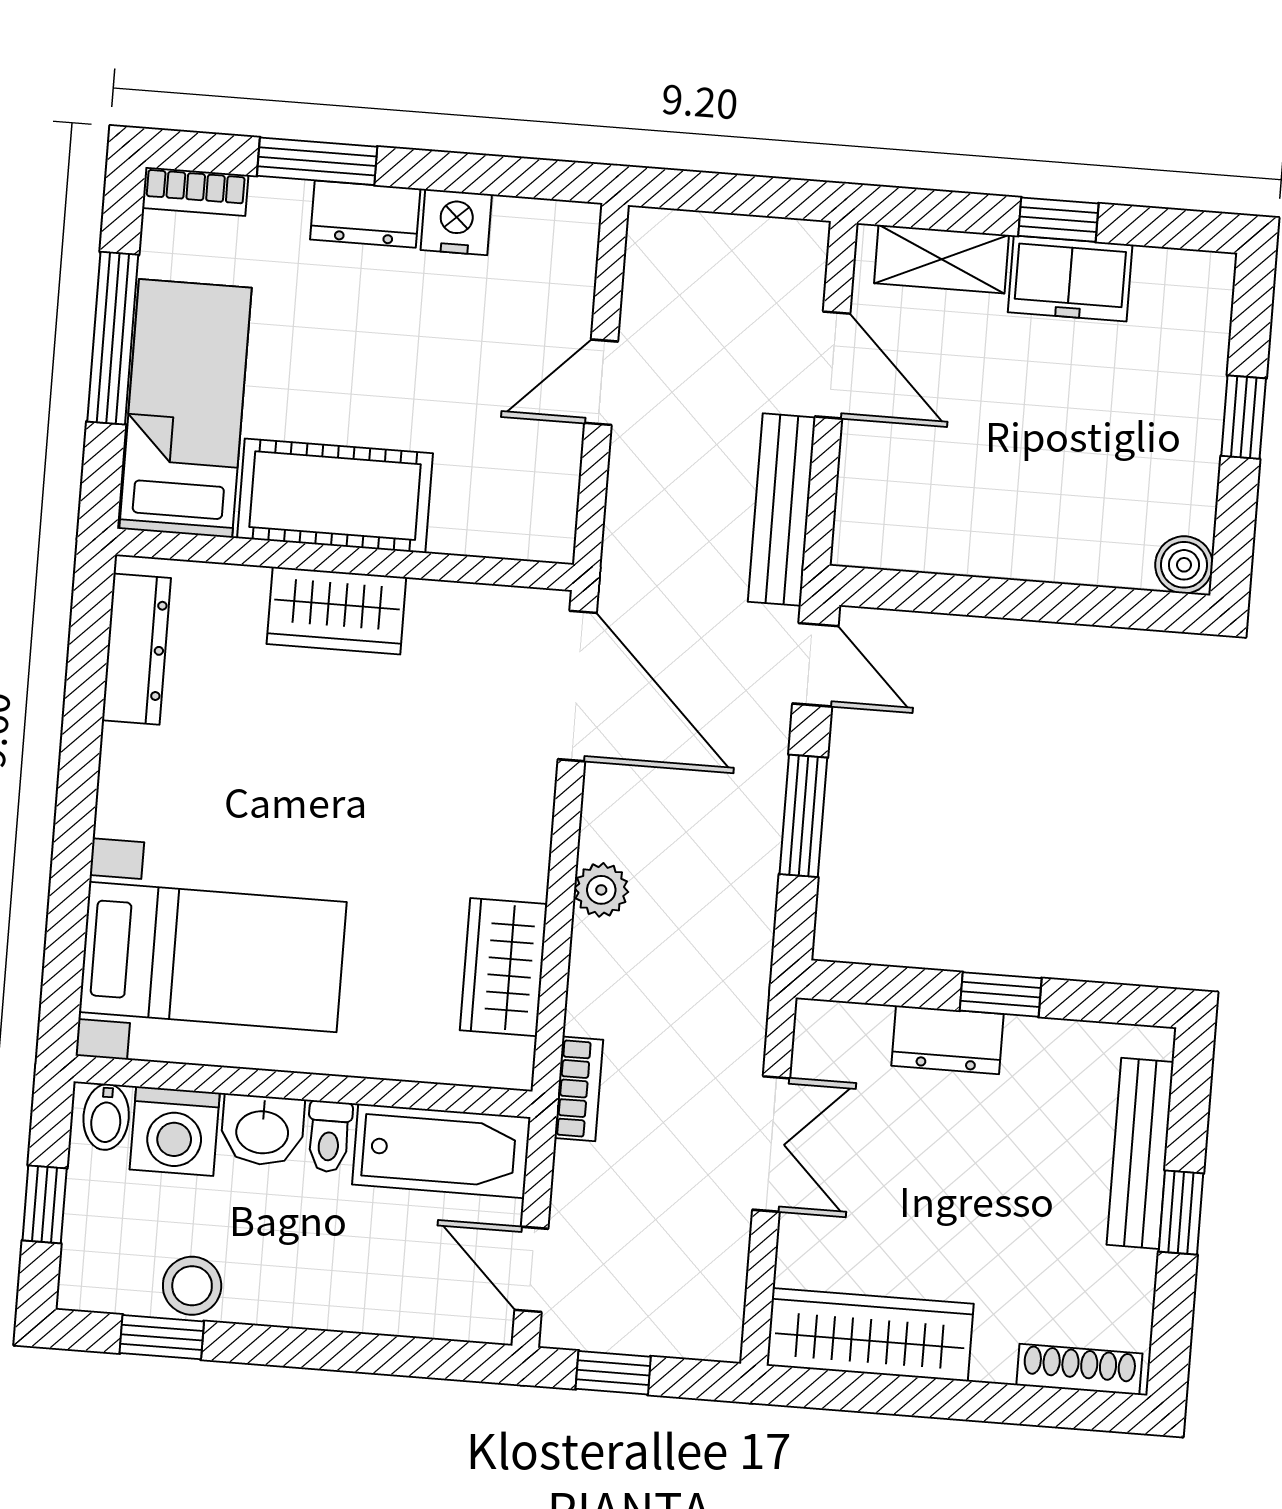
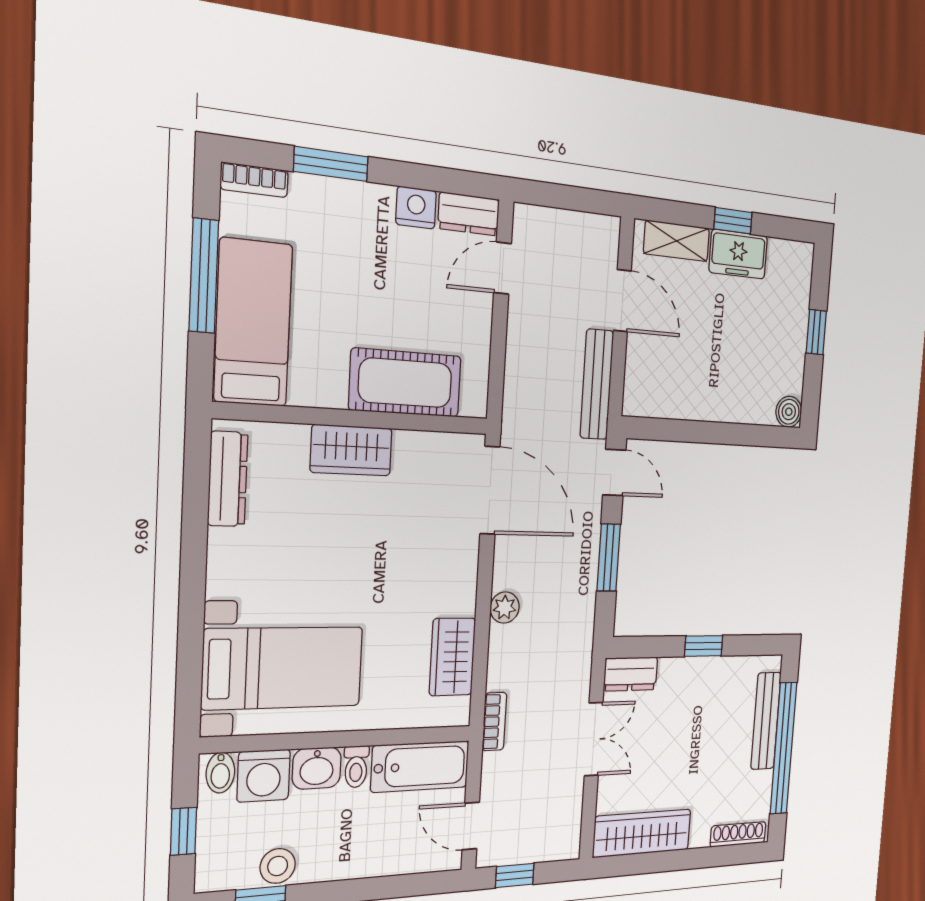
dresser: (365, 214) -> (469, 214), moved
door: (601, 382) -> (503, 268), moved
cot: (335, 496) -> (405, 383), moved
dresser: (948, 1040) -> (631, 674), moved
window: (1181, 1213) -> (783, 748), width x3.17

